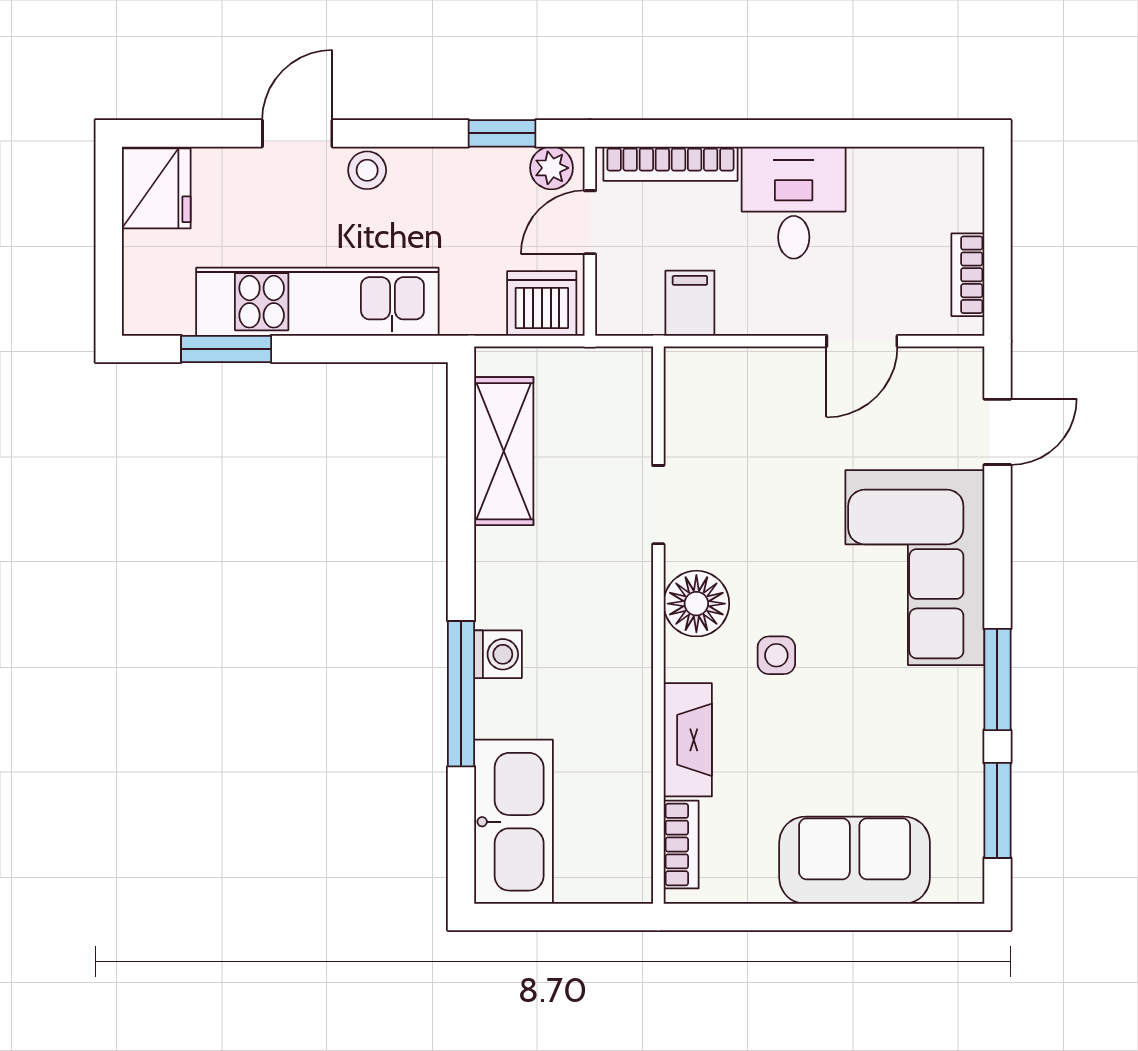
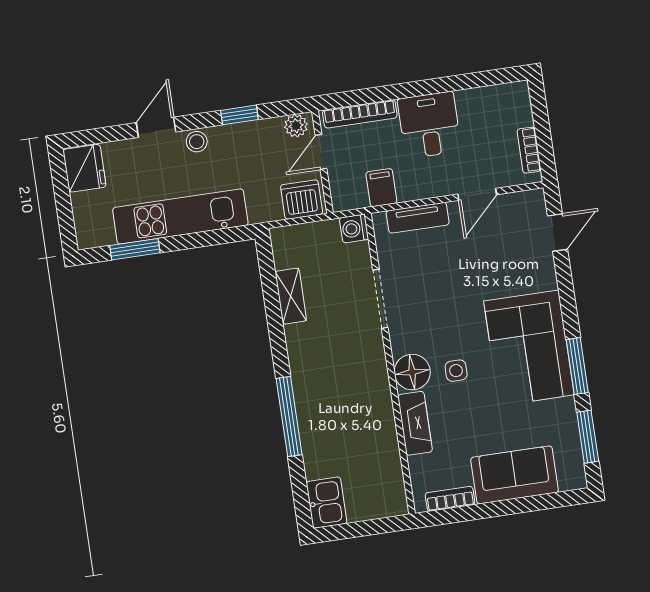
window: (502, 133) -> (239, 115), moved
tv unit: (748, 368) -> (418, 218), added
shelving: (504, 451) -> (291, 296), width x0.67, depth x0.75
doorway: (658, 505) -> (380, 299), width x1.38
corner sofa: (915, 568) -> (529, 348), moved
floor lamp: (696, 604) -> (412, 372), moved
washing machine: (498, 654) -> (354, 229), moved, turned 180
kitchen sink: (514, 822) -> (327, 503), width x0.53, depth x0.81
bookcase: (681, 845) -> (450, 499), moved, turned -90

